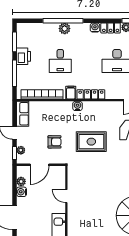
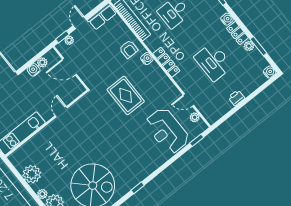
filing cabinet: (71, 93) -> (154, 43), removed
armchair: (54, 142) -> (129, 49), moved

